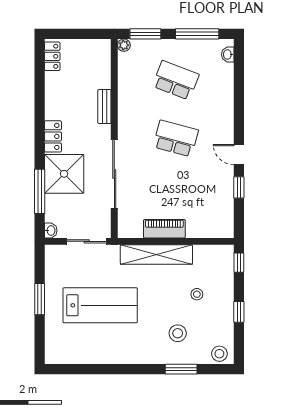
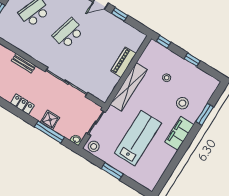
shower: (64, 174) -> (50, 120), width x0.54, depth x0.54
piano: (164, 229) -> (123, 62), moved
filing cabinet: (138, 353) -> (179, 133), added
stool: (219, 354) -> (94, 146), moved

